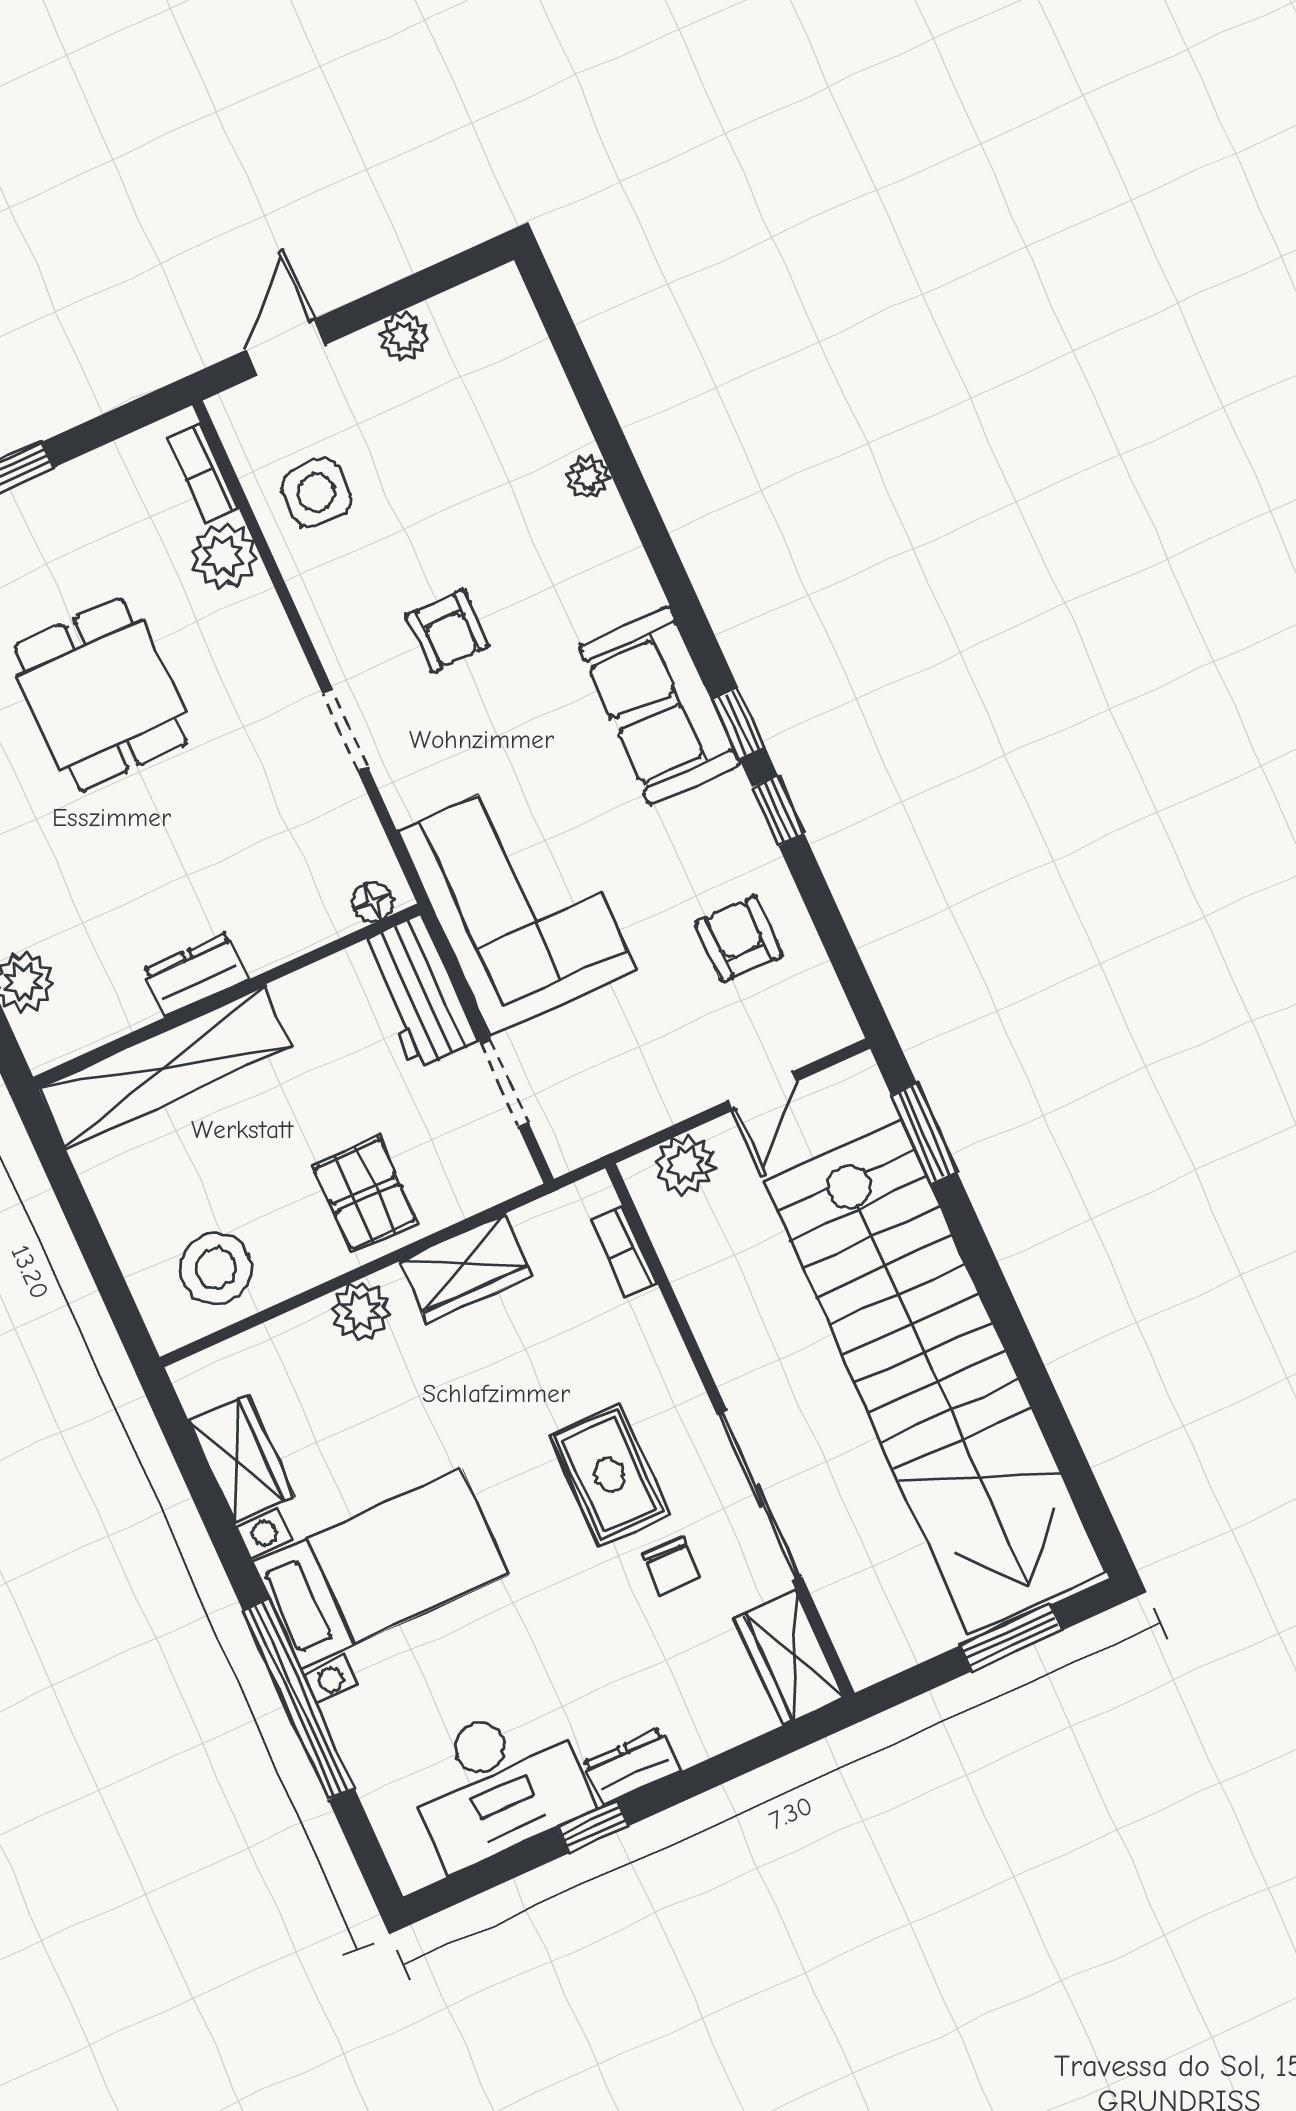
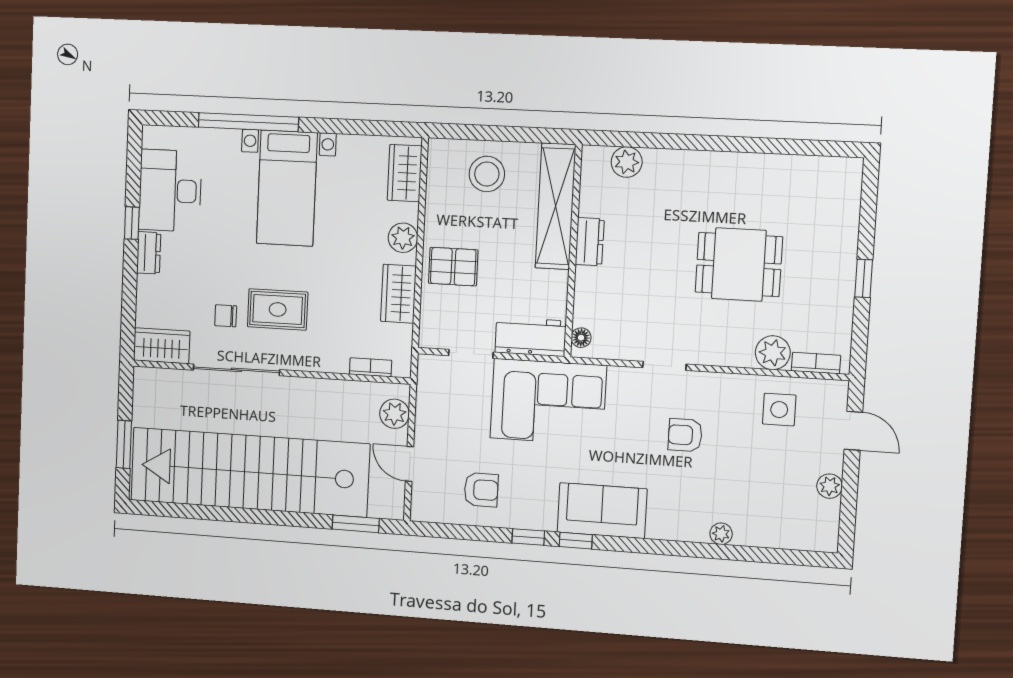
stool: (216, 1268) -> (487, 174), moved
wardrobe: (241, 1459) -> (405, 173), moved, turned 90

